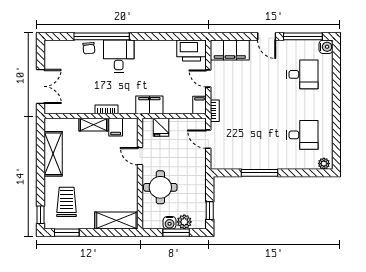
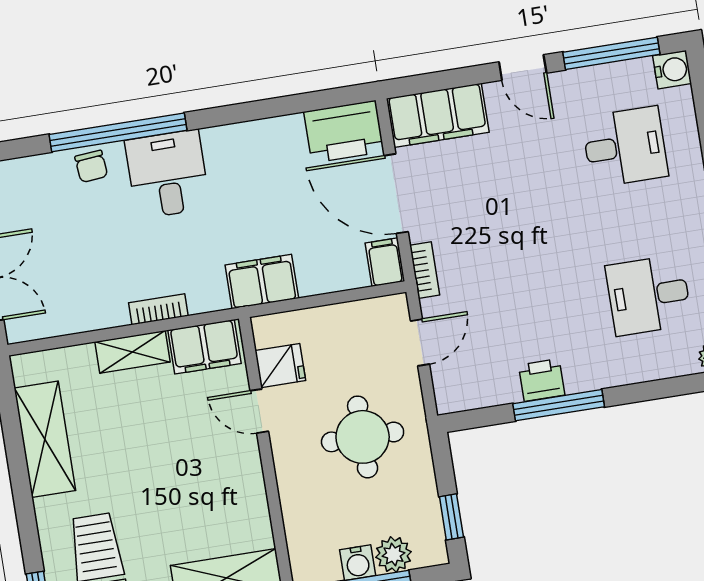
door: (208, 78) -> (396, 194), width x1.88
filing cabinet: (116, 127) -> (205, 347), width x2.00
fridge: (161, 127) -> (280, 366), moved, turned -90
desk: (302, 135) -> (649, 295), turned 180
door: (208, 139) -> (420, 342), swing flipped
printer: (254, 162) -> (542, 380), added
round table: (160, 187) -> (363, 437), moved

